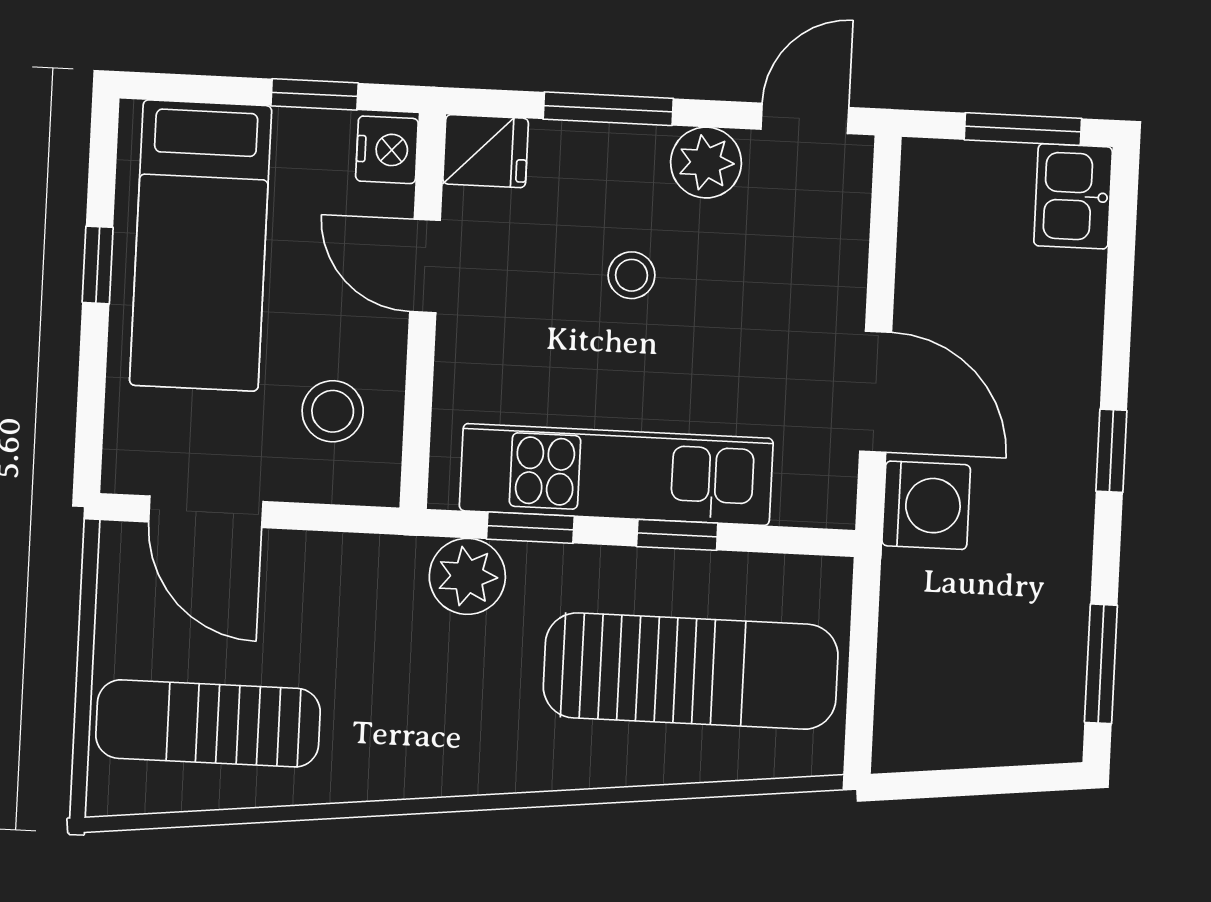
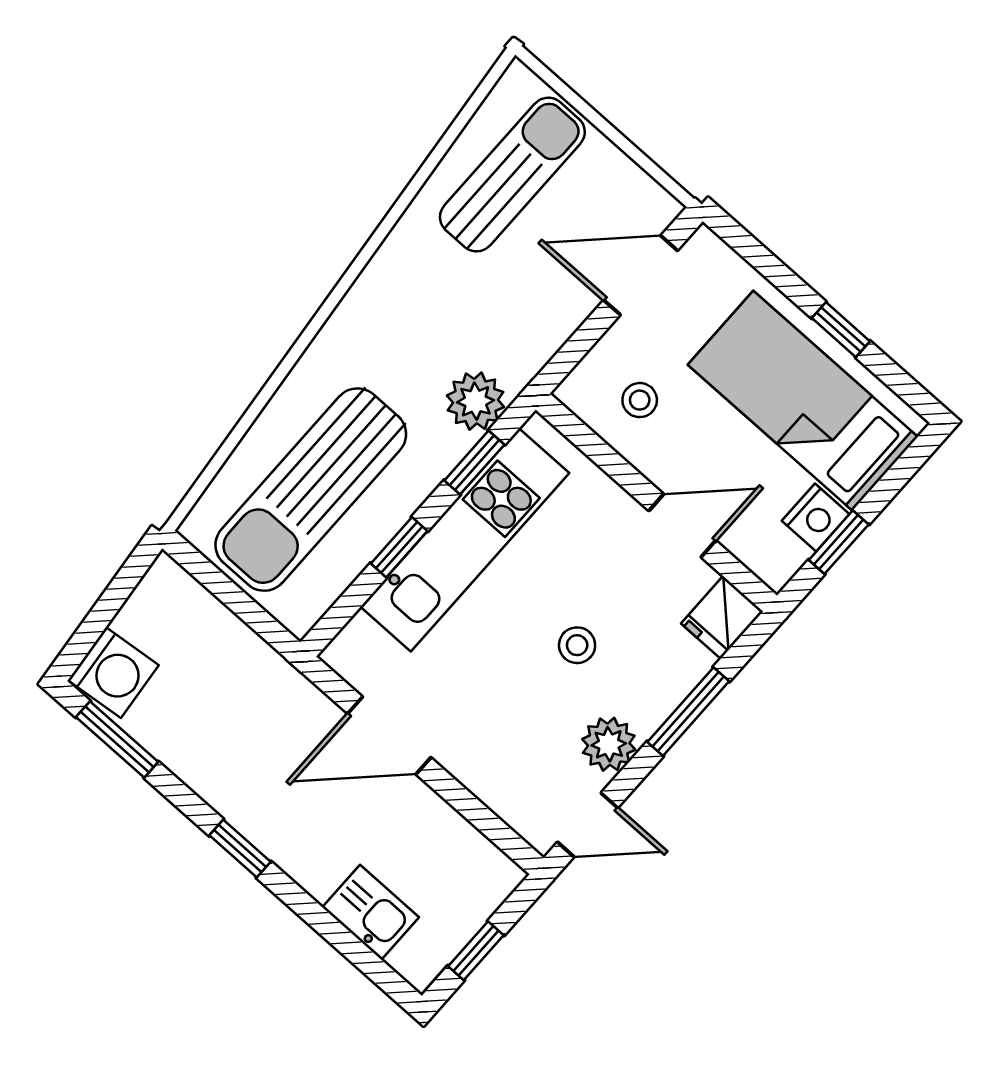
door: (805, 118) -> (588, 825), hinge flipped
window: (1023, 129) -> (476, 951), width x0.67
nightstand: (387, 150) -> (816, 518), moved, turned -90
kitchen sink: (1073, 196) -> (371, 912), moved
stool: (333, 411) -> (640, 400), width x0.73, depth x0.73
washing machine: (926, 505) -> (113, 673), moved, turned -96

